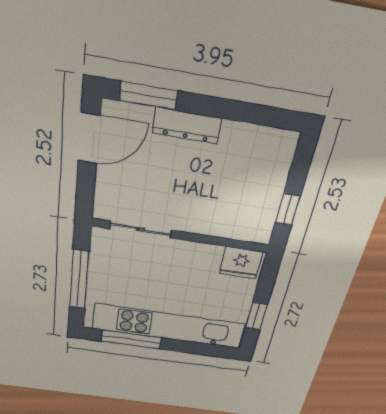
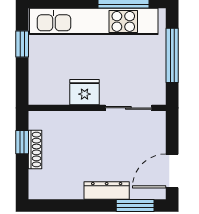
shoe rack: (274, 198) -> (35, 149), added
fridge: (241, 263) -> (85, 92), moved

